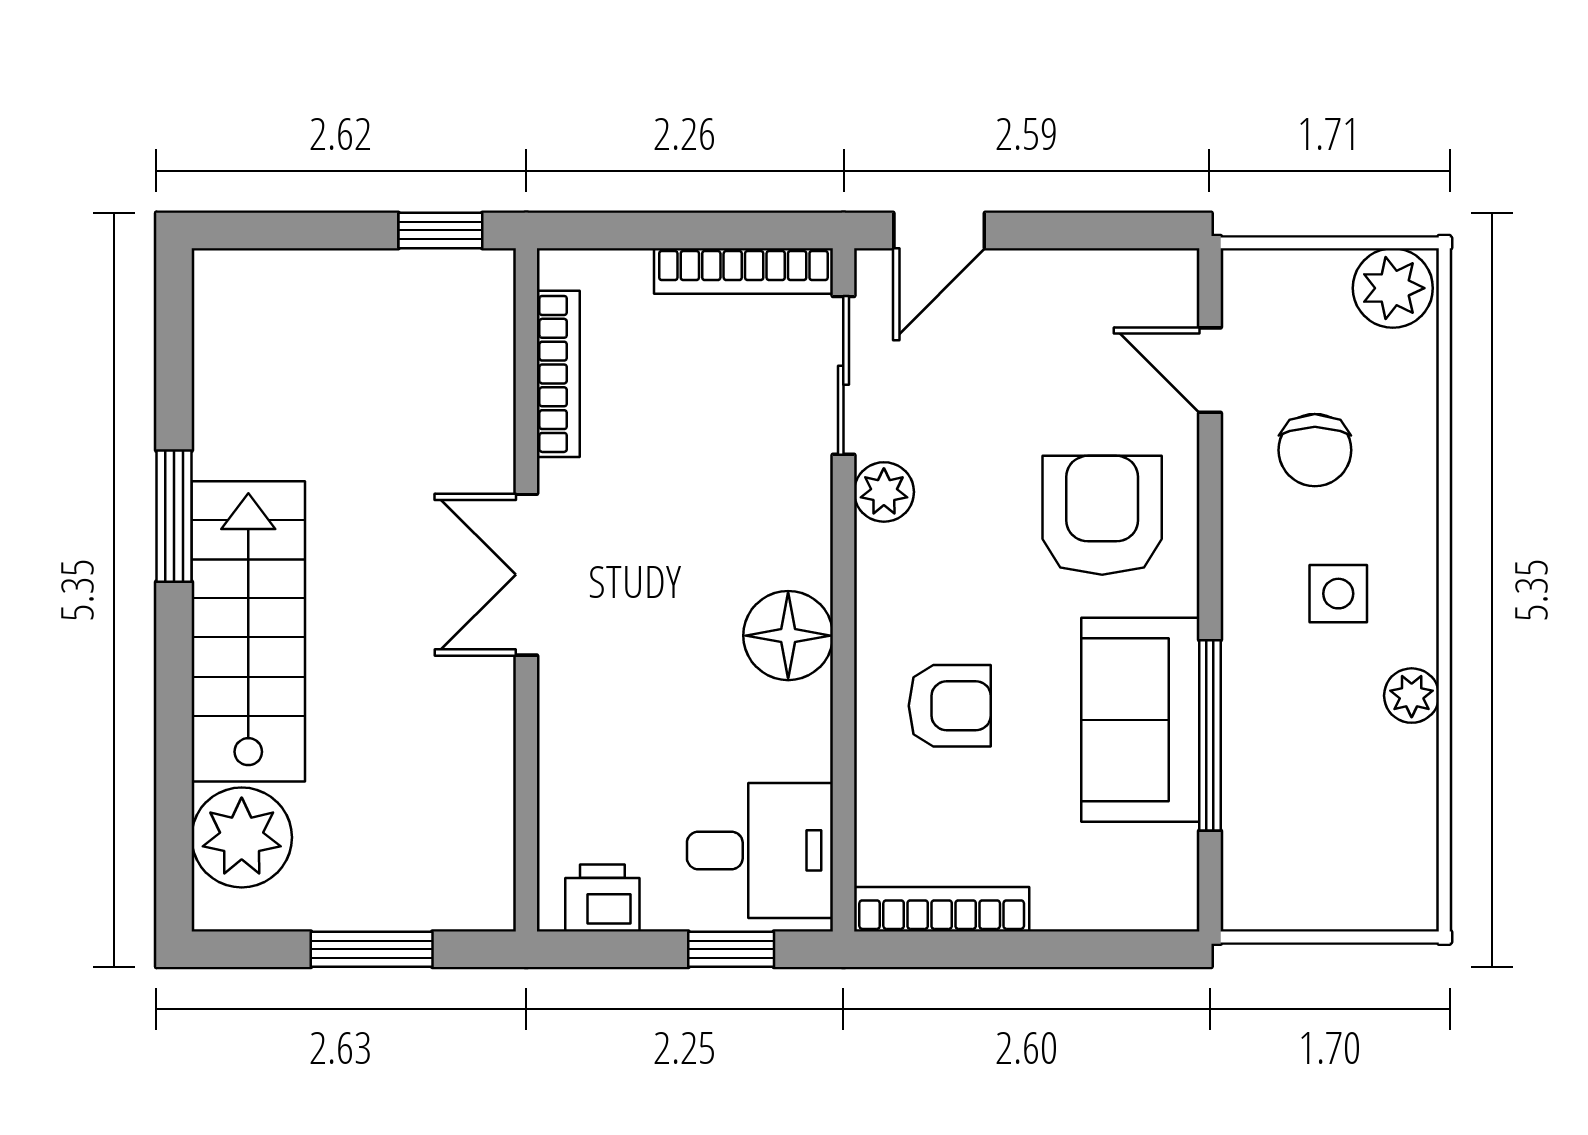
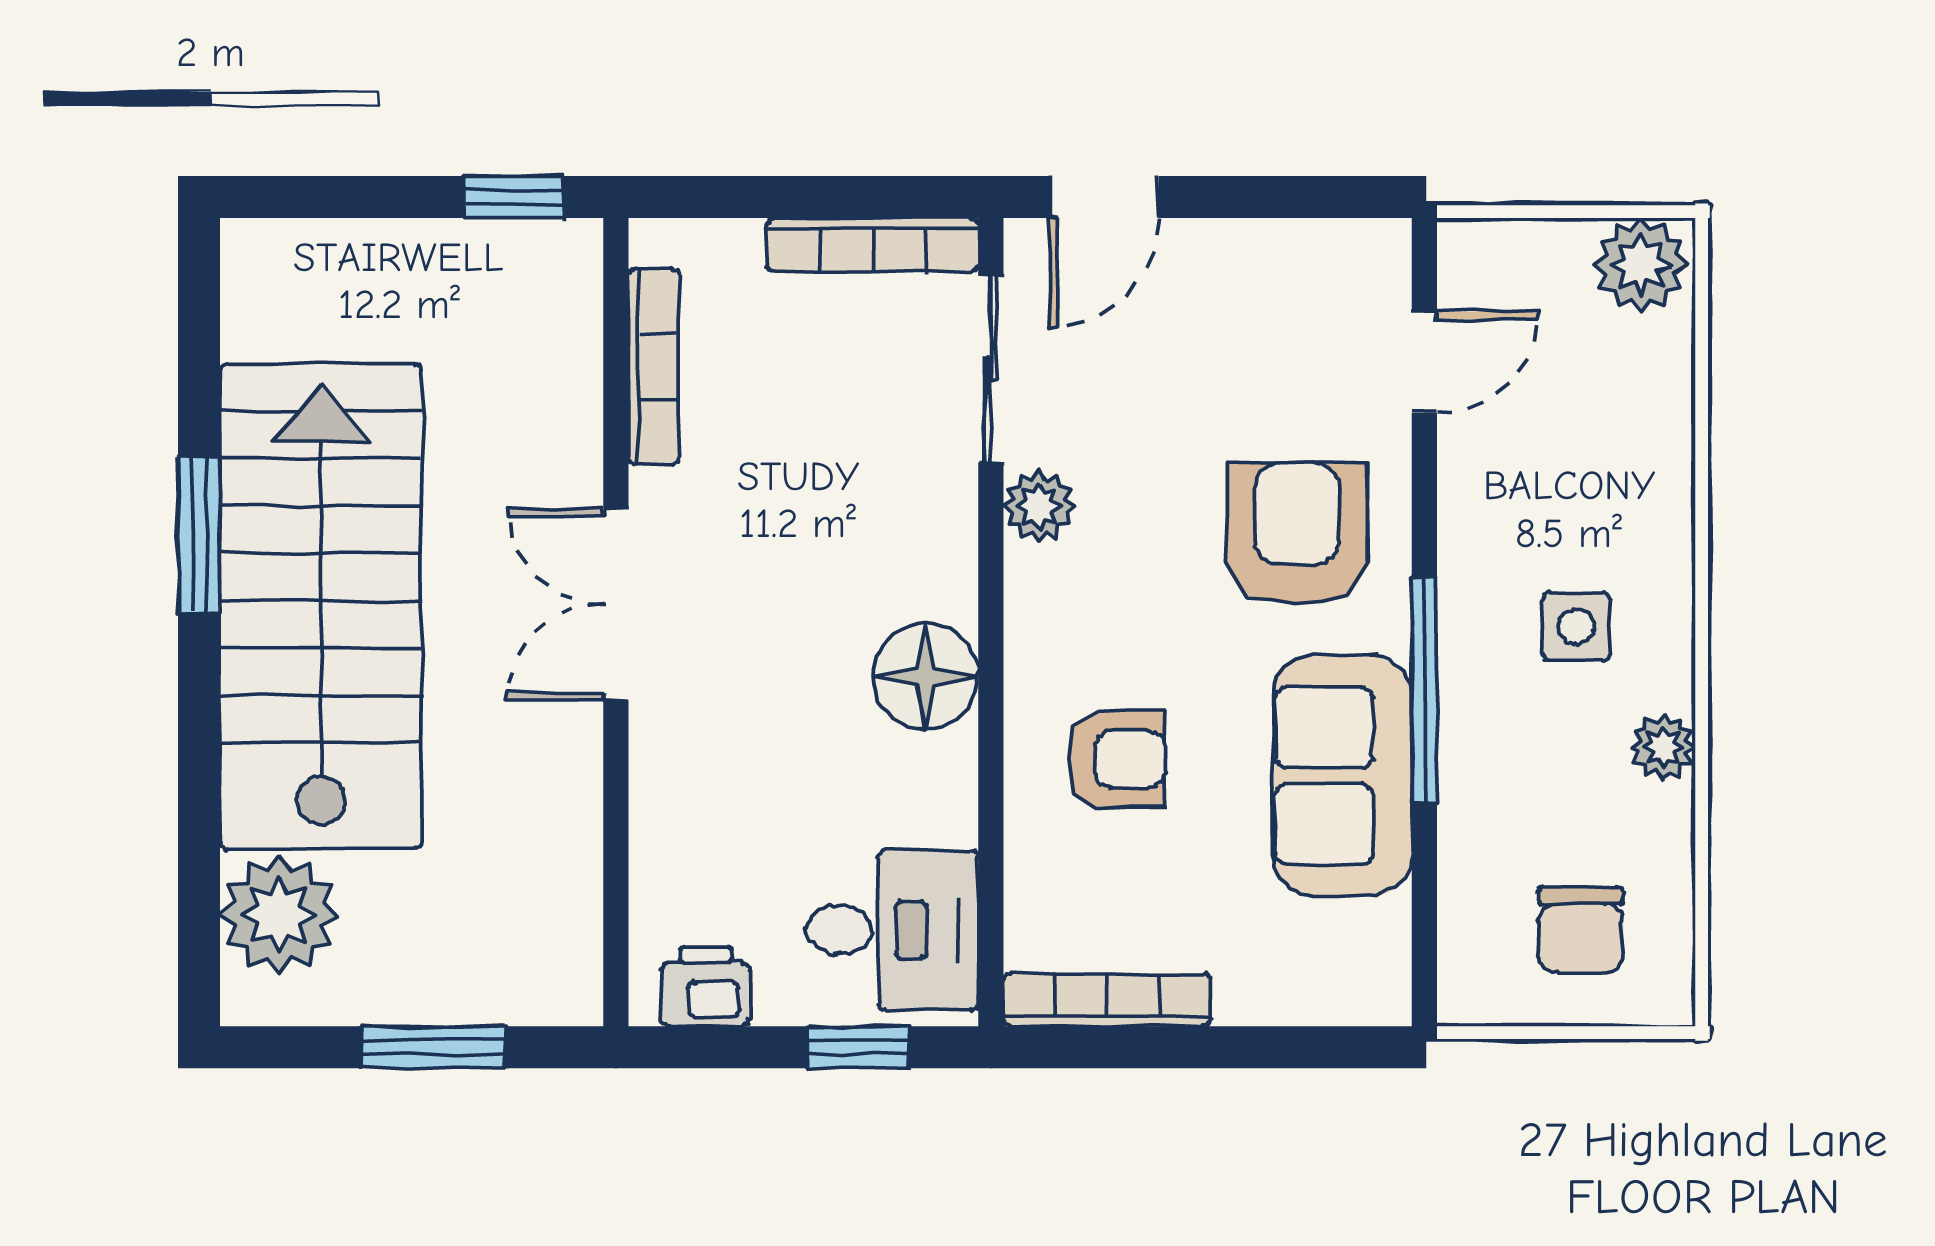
door: (1210, 370) -> (1424, 362), swing flipped
chair: (1315, 450) -> (1580, 930), moved
stairs: (248, 631) -> (321, 607), width x1.36, depth x1.51
window: (1210, 735) -> (1424, 690), moved

